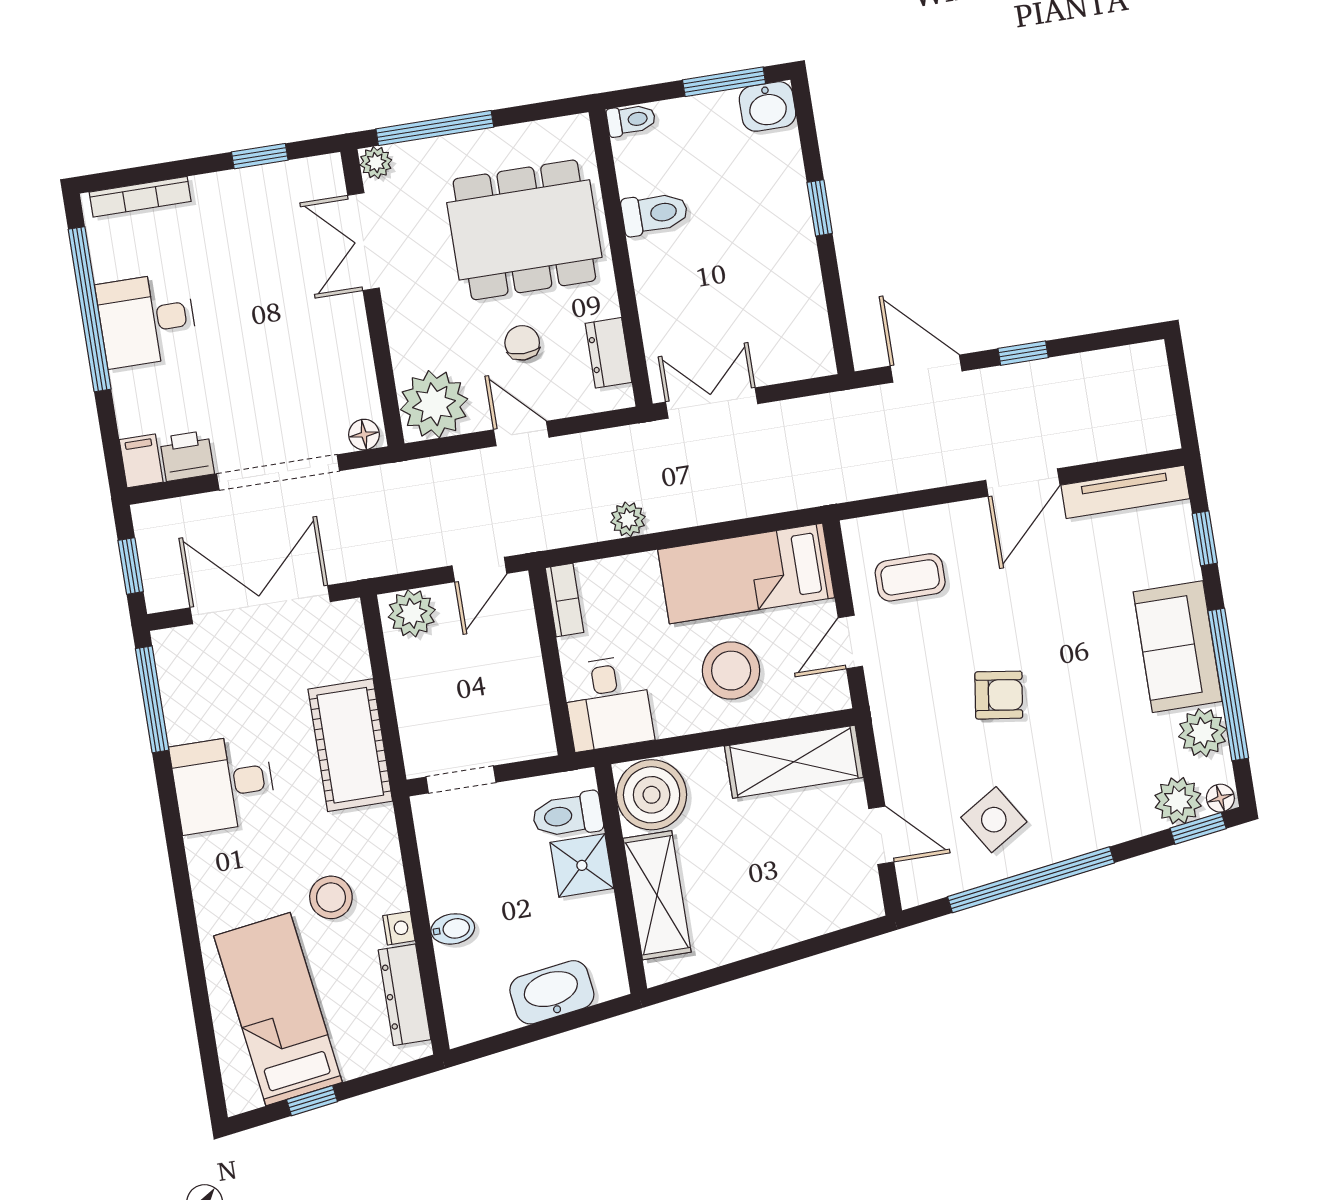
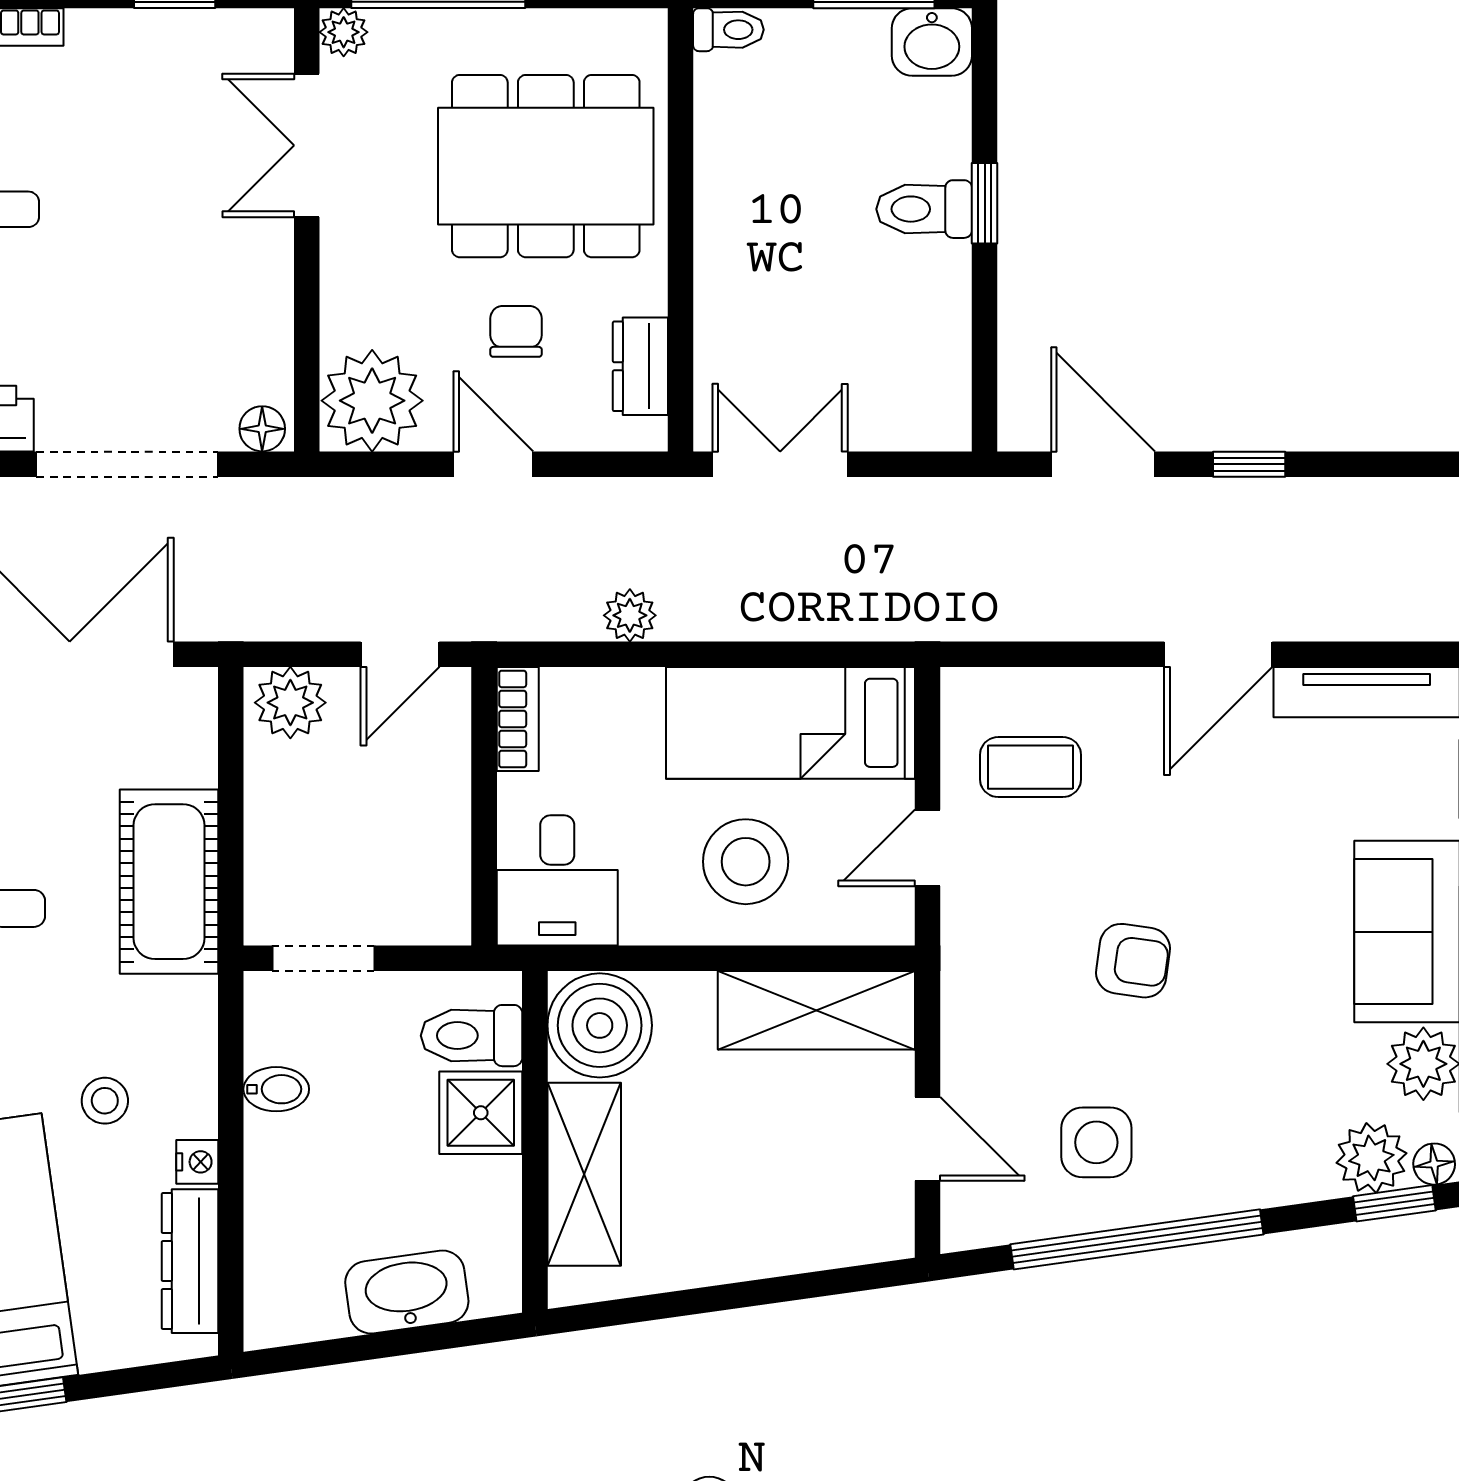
toilet: (655, 213) -> (924, 209), moved, turned 180
side table: (994, 820) -> (1096, 1142), turned 32
stool: (331, 897) -> (105, 1101), width x0.73, depth x0.73
bidet: (453, 929) -> (276, 1089), moved

